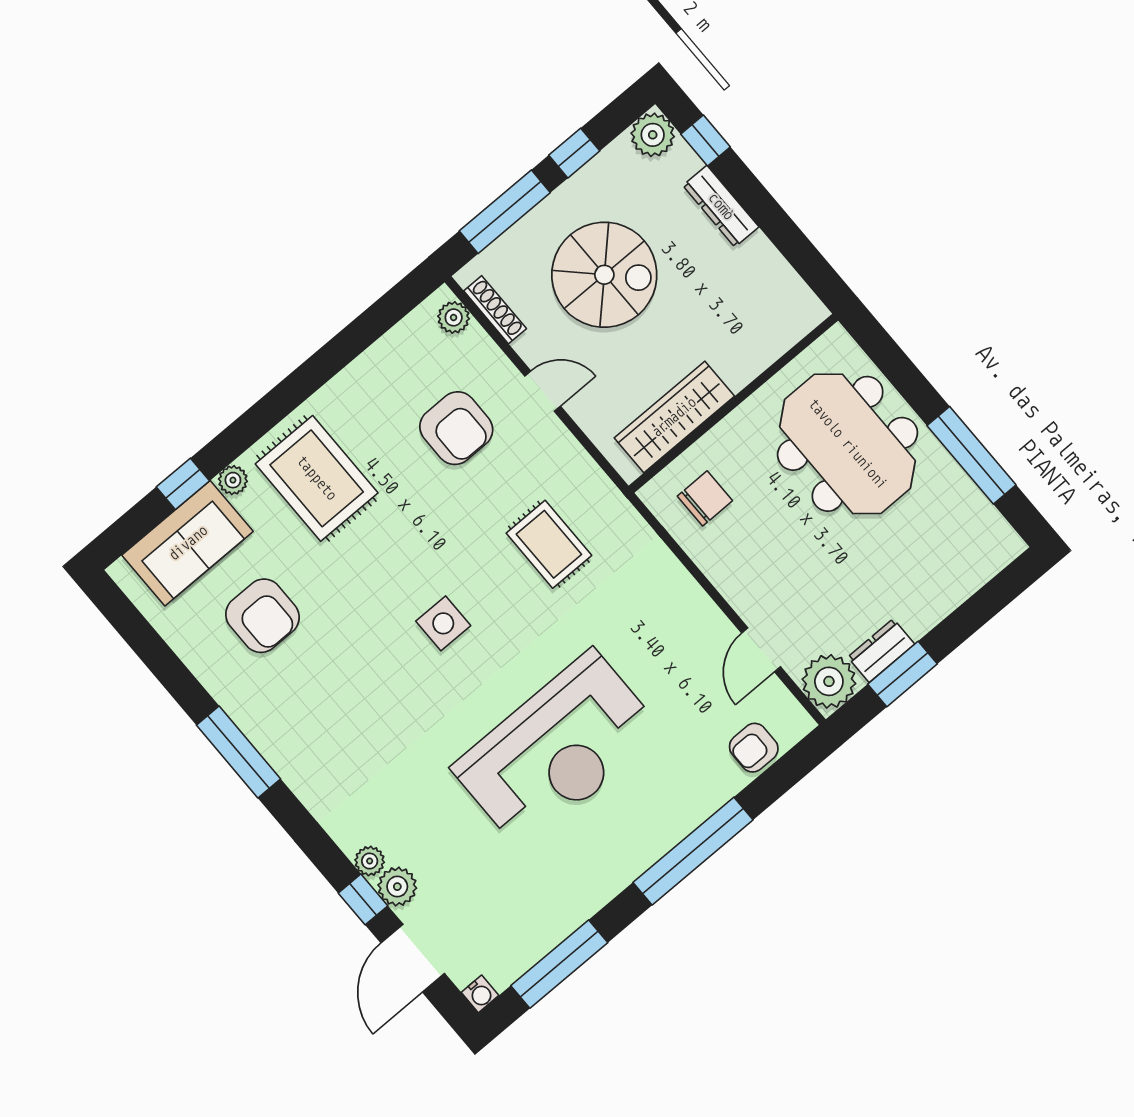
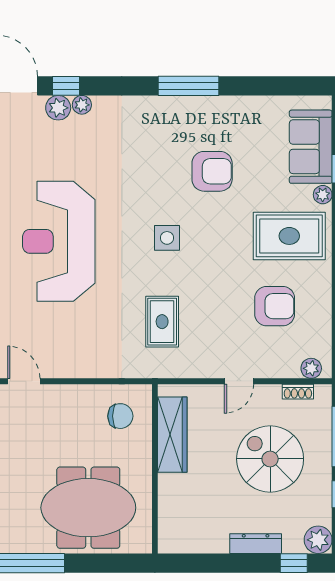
spiral stairs: (604, 275) -> (270, 459), turned 90
shoe rack: (495, 310) -> (298, 392), width x0.70
armchair: (456, 428) -> (275, 306), moved, turned 180
chair: (705, 498) -> (120, 416), turned -90
rug: (549, 544) -> (162, 322), turned 90
armchair: (262, 616) -> (212, 171), moved, turned 180

